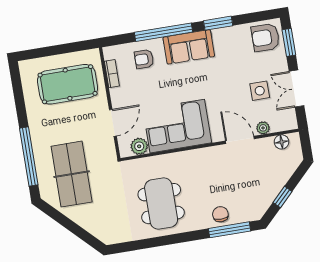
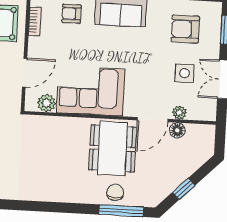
armchair: (265, 38) -> (185, 29), moved
door: (240, 140) -> (152, 120), swing flipped
floor lamp: (282, 142) -> (177, 130), moved
dining table: (161, 204) -> (113, 148), moved

